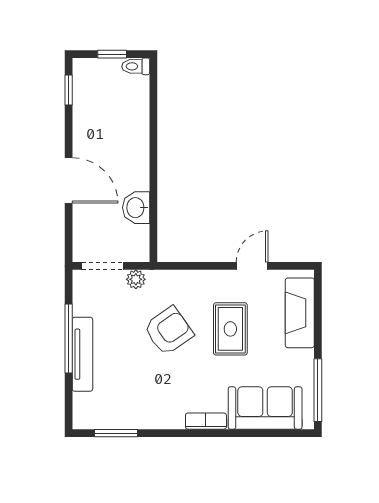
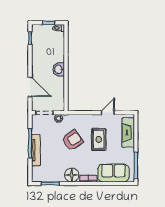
door: (69, 180) -> (30, 87), moved
washbasin: (136, 208) -> (59, 69), moved
floor lamp: (167, 413) -> (72, 175), added

